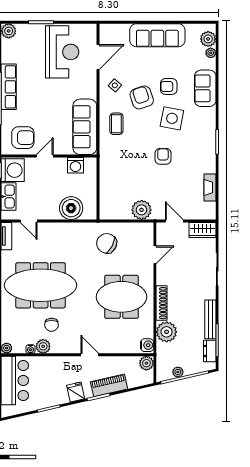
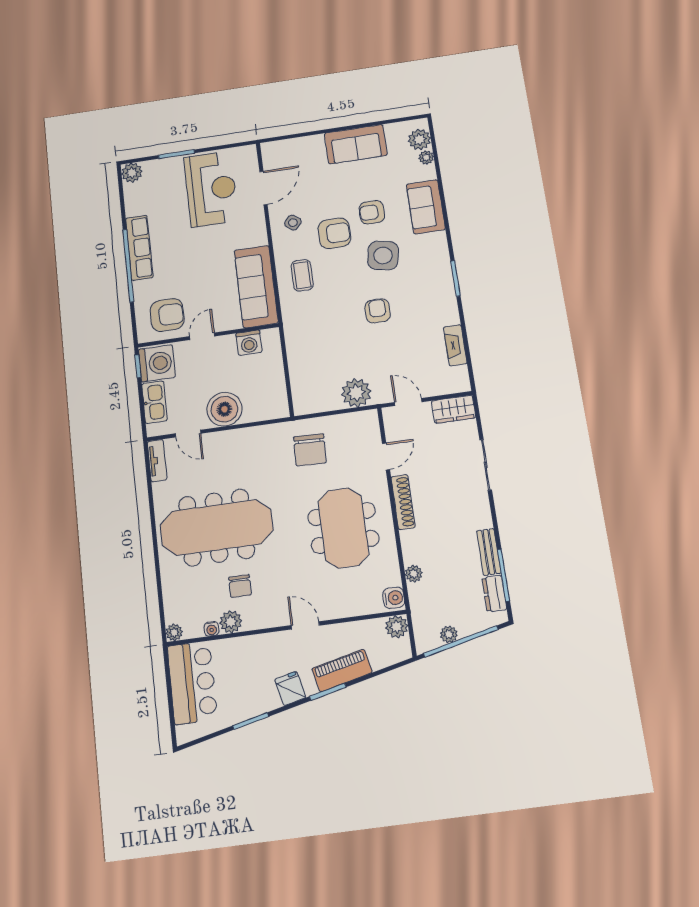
sofa: (157, 35) -> (356, 144), width x0.73
armchair: (142, 97) -> (334, 233), turned 109
boiler: (71, 208) -> (224, 409), moved
chair: (107, 243) -> (310, 450), turned -116
meeting table: (122, 297) -> (343, 528), turned 90
shoe rack: (162, 303) -> (403, 502), moved
bench: (210, 319) -> (489, 552), width x0.73
plant: (167, 332) -> (414, 574), width x0.53, depth x0.53

